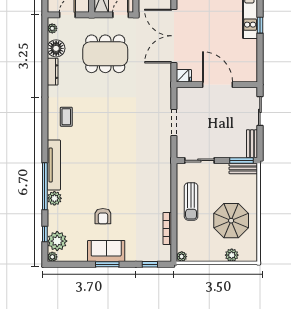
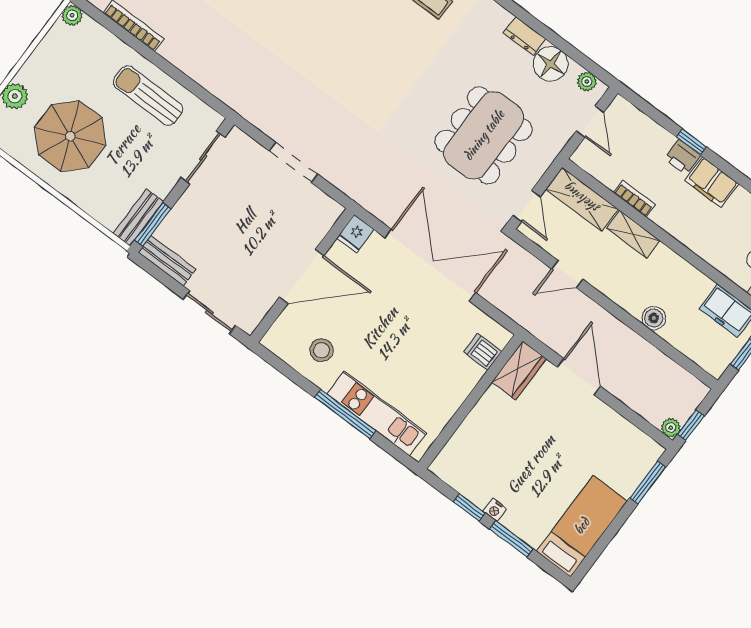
window: (260, 25) -> (345, 414), width x2.17
stool: (241, 54) -> (321, 350), added
dresser: (53, 72) -> (524, 36), width x0.70

